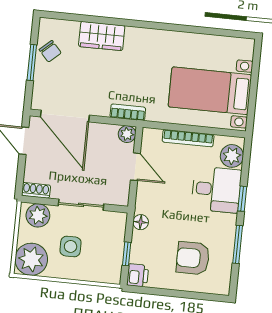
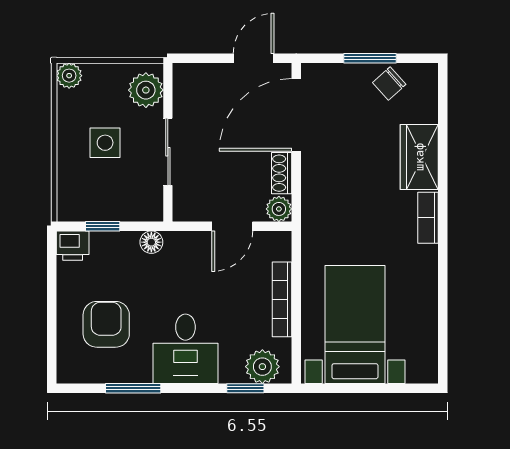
bookcase: (128, 112) -> (428, 218), moved, turned 180
shoe rack: (36, 190) -> (282, 173), moved, turned 180
desk: (216, 190) -> (185, 349), moved
window: (242, 199) -> (245, 388), moved
plant: (31, 259) -> (69, 76), width x0.53, depth x0.53

